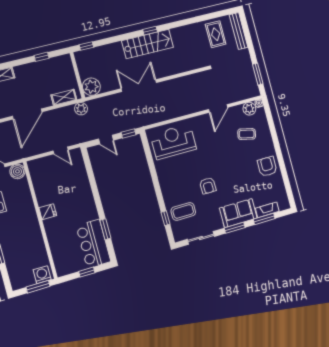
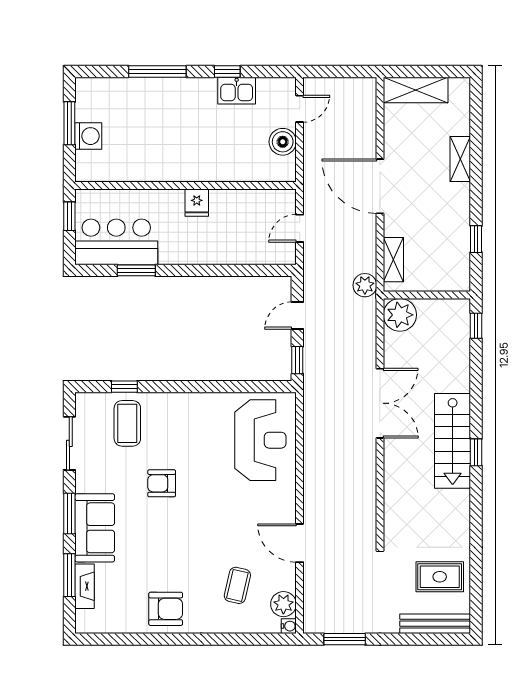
fridge: (48, 212) -> (197, 203), moved
wall: (40, 220) -> (186, 185), moved

